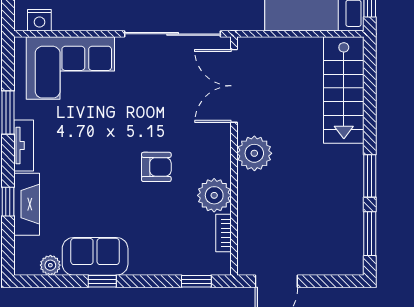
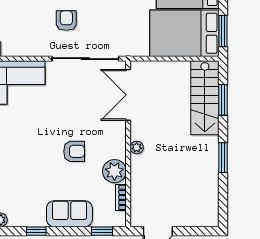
plant: (254, 153) -> (137, 148), width x0.53, depth x0.53
window: (370, 234) -> (223, 100), moved
sofa: (95, 256) -> (69, 214), moved

